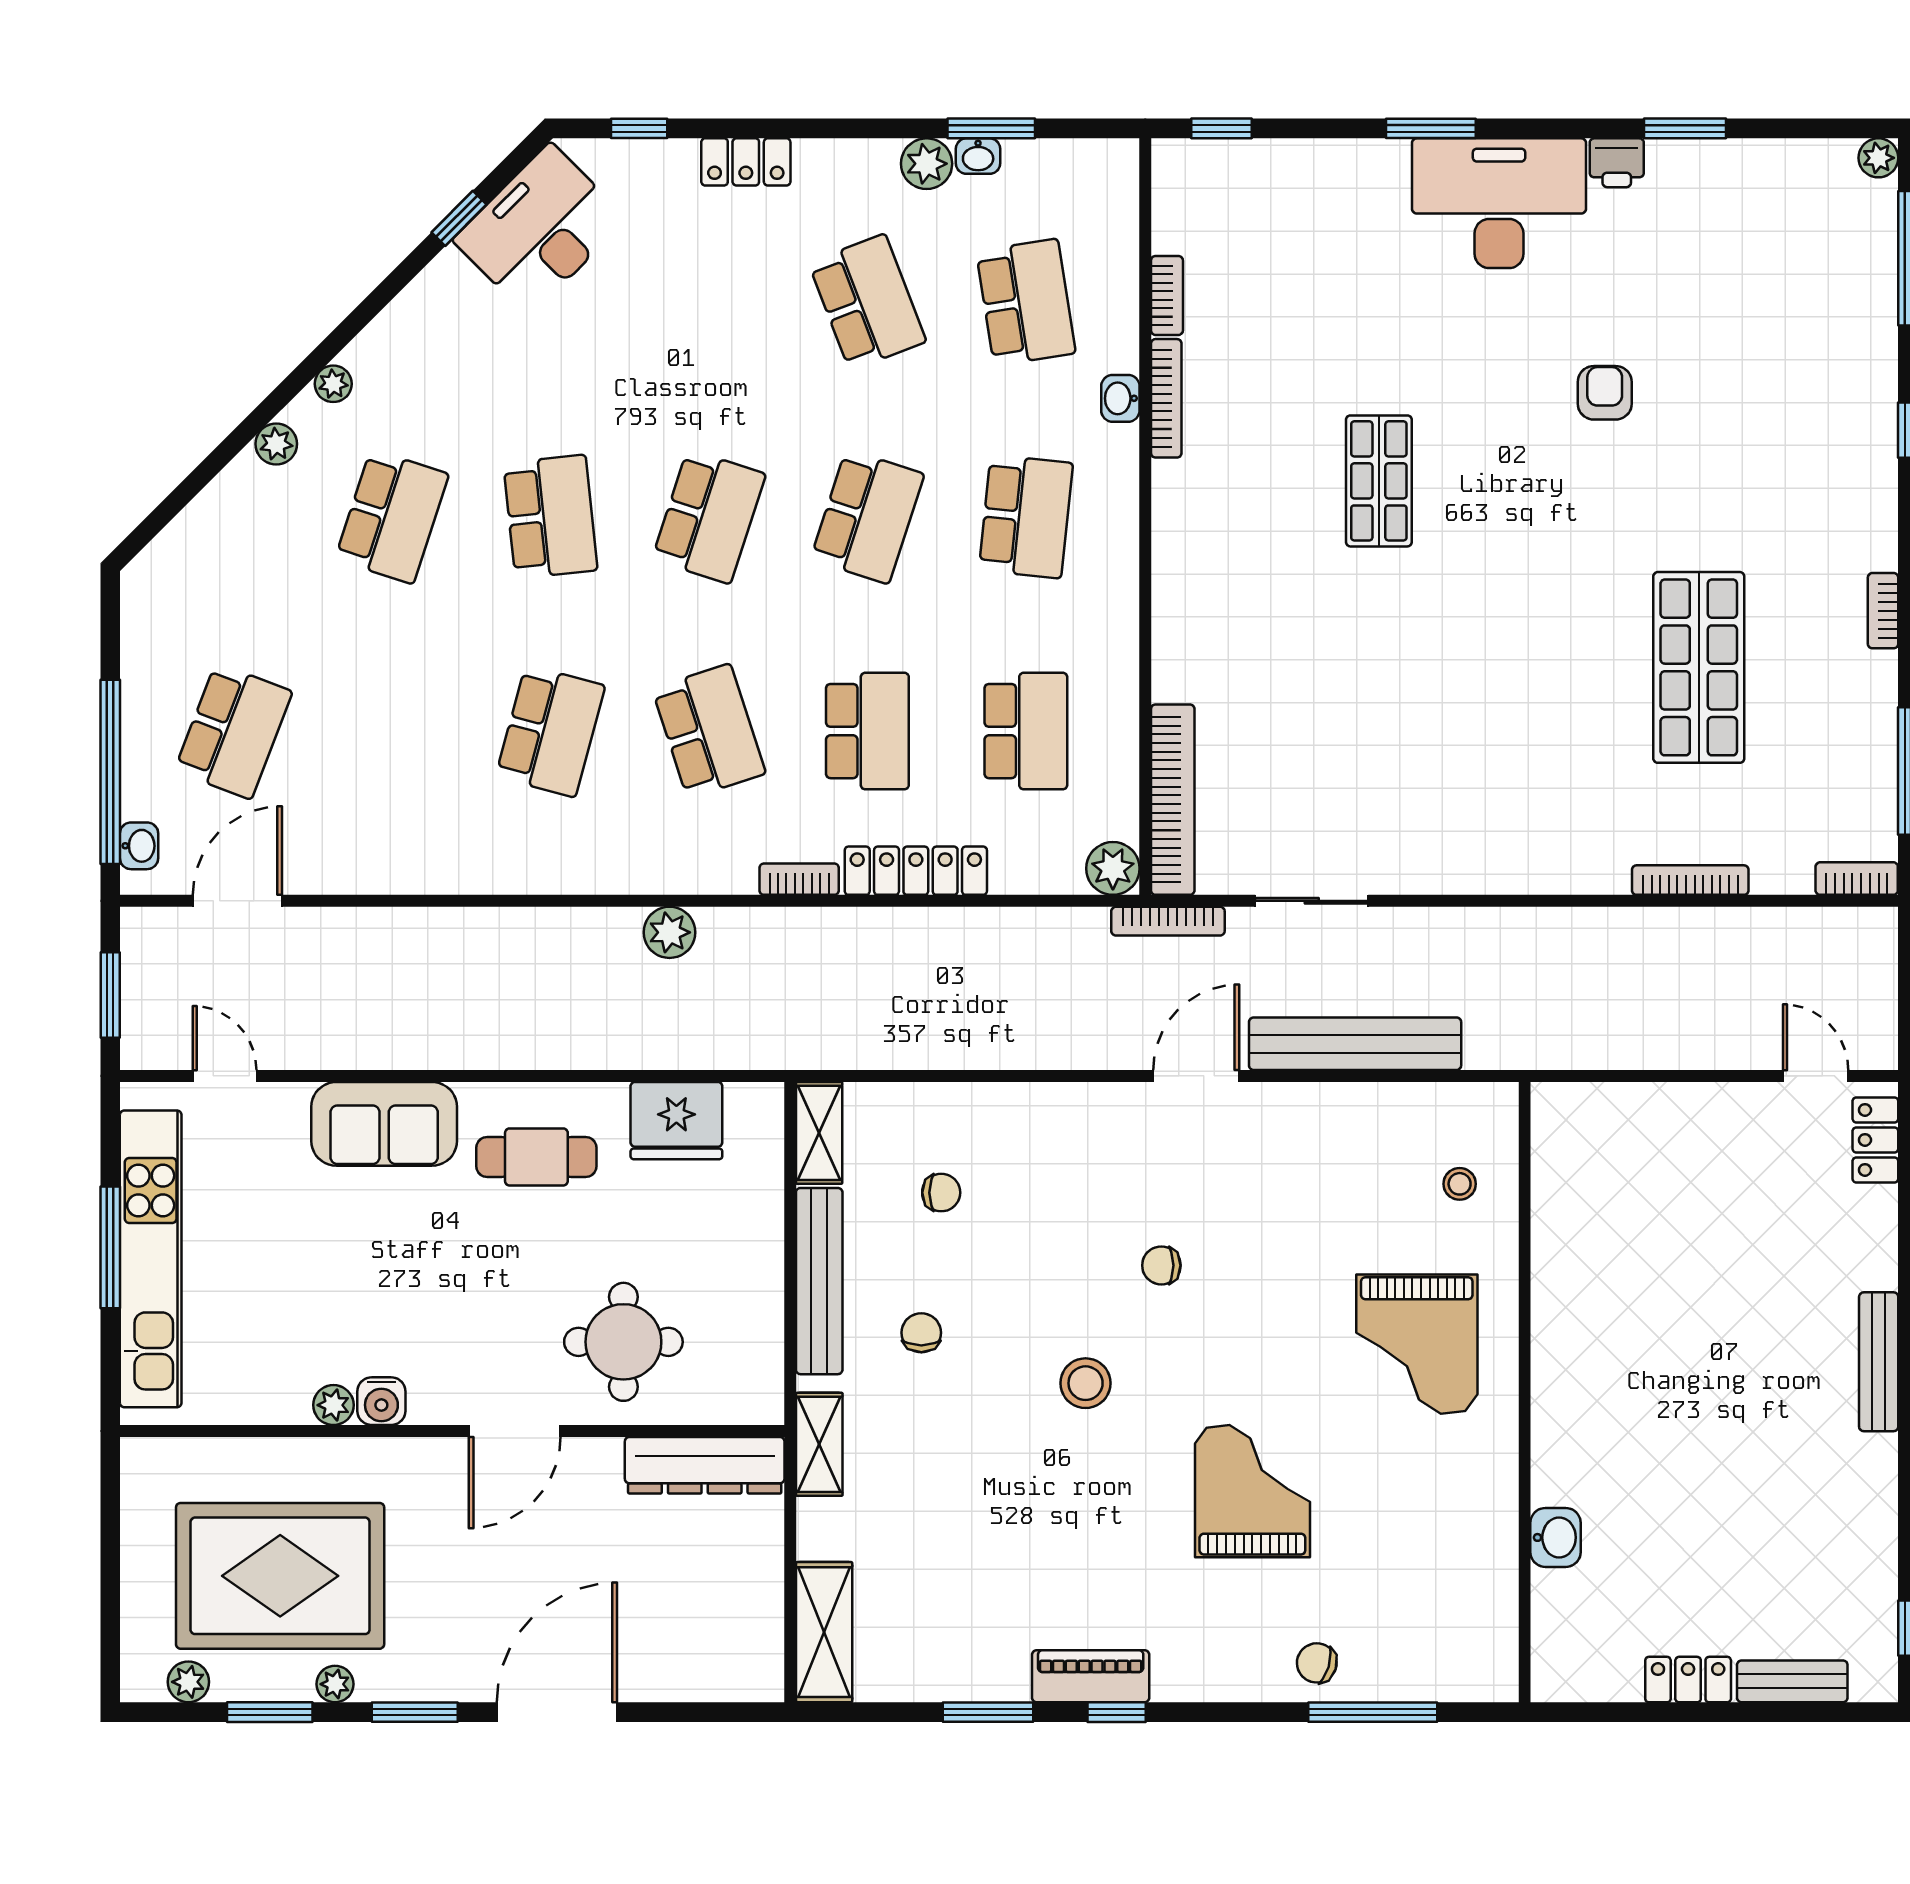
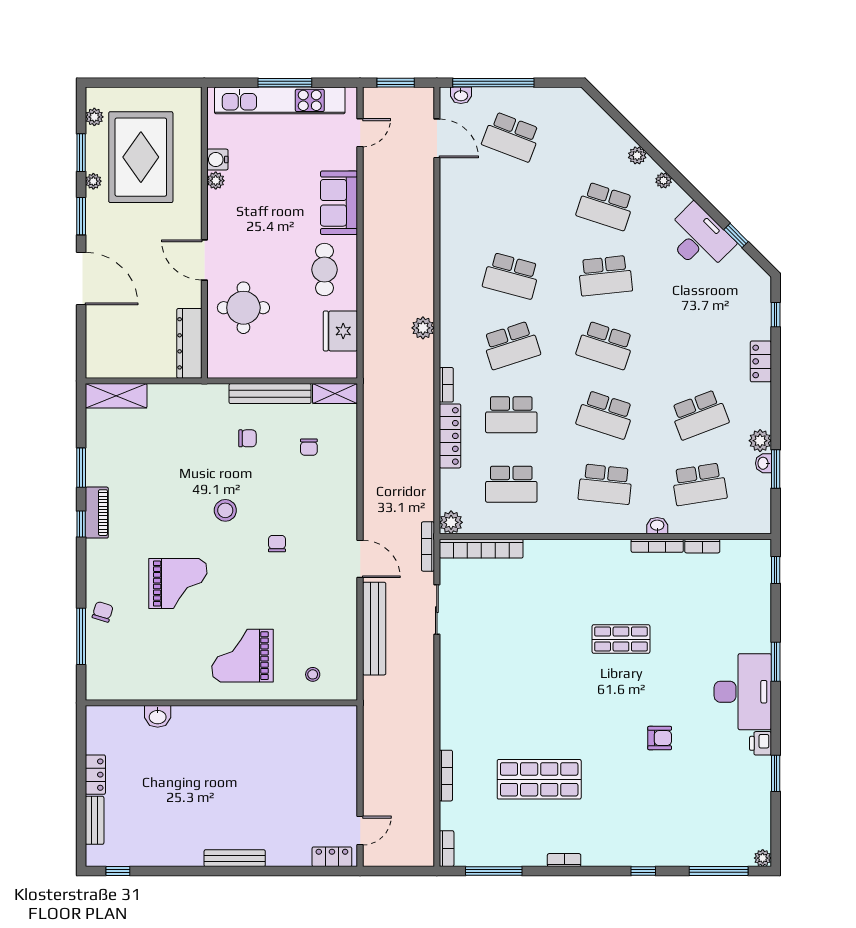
desk: (540, 229) -> (699, 239), moved
water cooler: (381, 1401) -> (217, 160), moved
shelving: (819, 1444) -> (198, 394), removed

